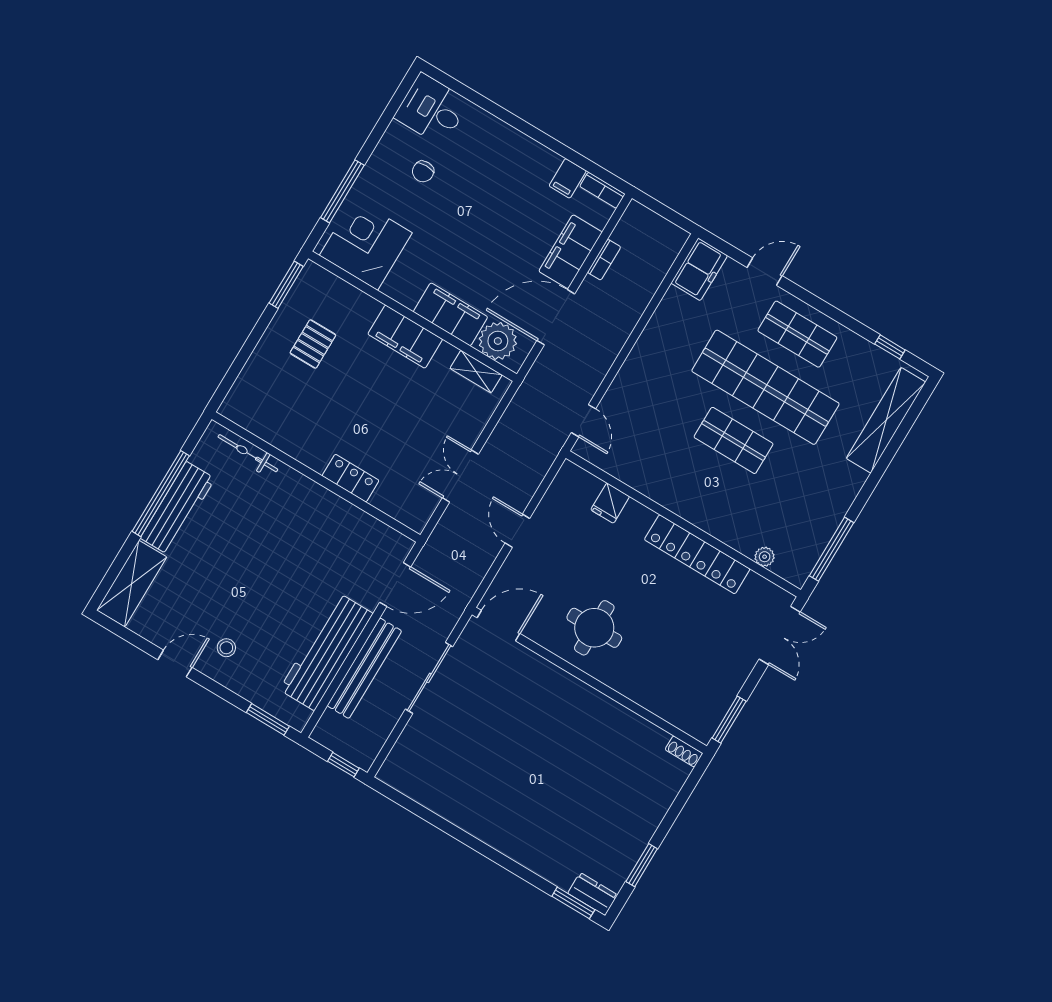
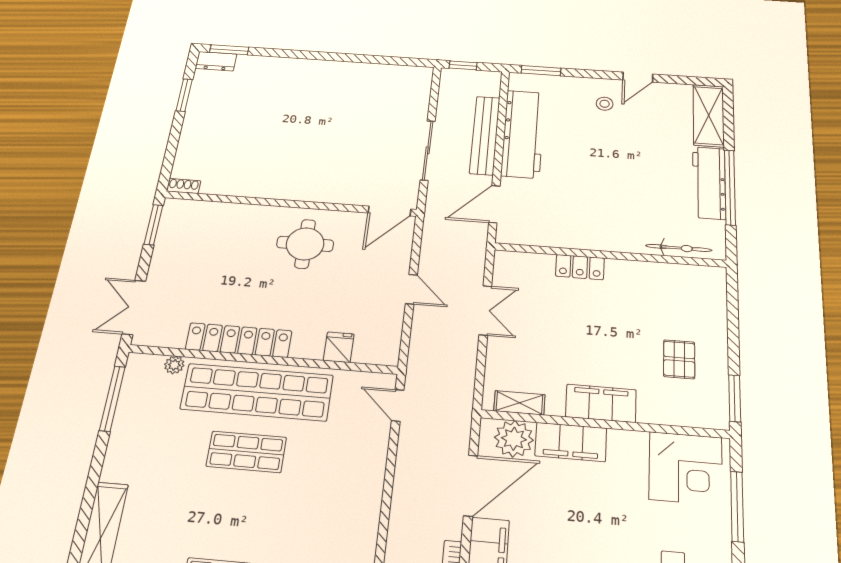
shop shelf: (765, 387) -> (257, 392), moved

